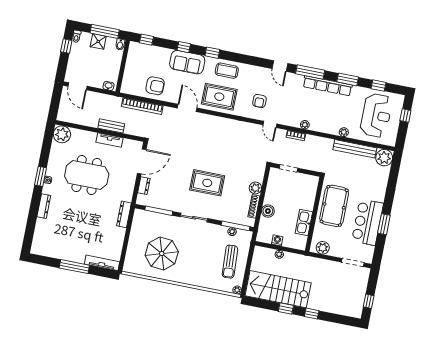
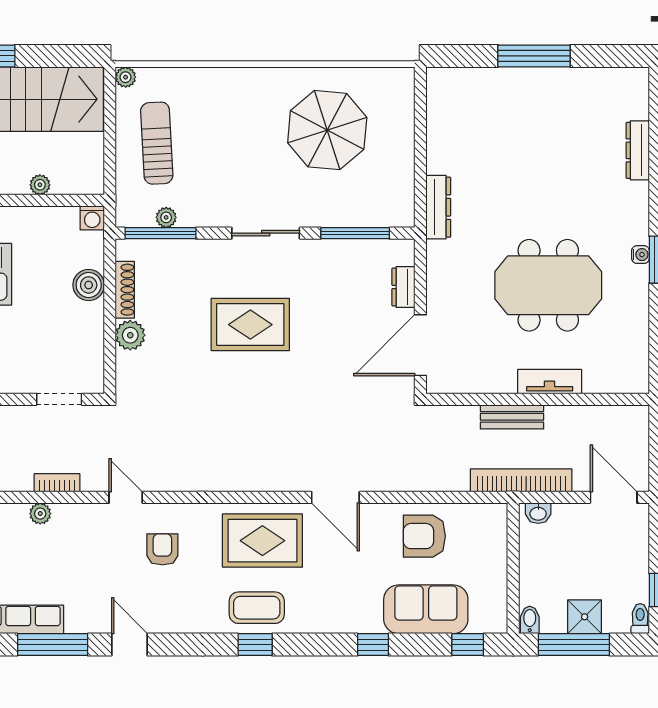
window: (212, 53) -> (255, 645), moved
sofa: (187, 62) -> (426, 609), moved
bookcase: (142, 106) -> (521, 480), moved
plant: (62, 134) -> (628, 373), removed
tv unit: (109, 140) -> (550, 382), moved
dresser: (44, 206) -> (638, 150), moved
washing machine: (277, 240) -> (92, 218), moved
tv unit: (102, 263) -> (468, 78), removed

